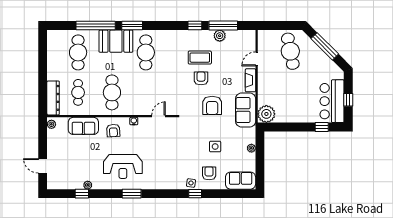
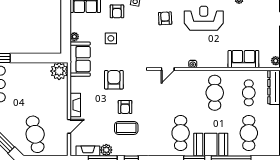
fireplace: (238, 35) -> (88, 151), added
sofa: (246, 110) -> (80, 59), moved
armchair: (113, 131) -> (165, 18), moved

